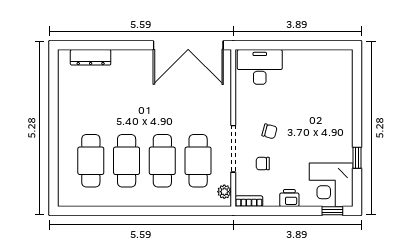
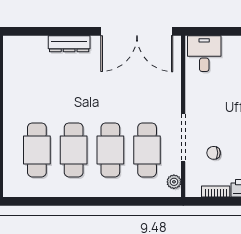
dresser: (91, 57) -> (69, 44), moved
desk: (260, 67) -> (204, 54), width x0.73
chair: (269, 131) -> (220, 120), removed
bookcase: (249, 201) -> (216, 192), moved

